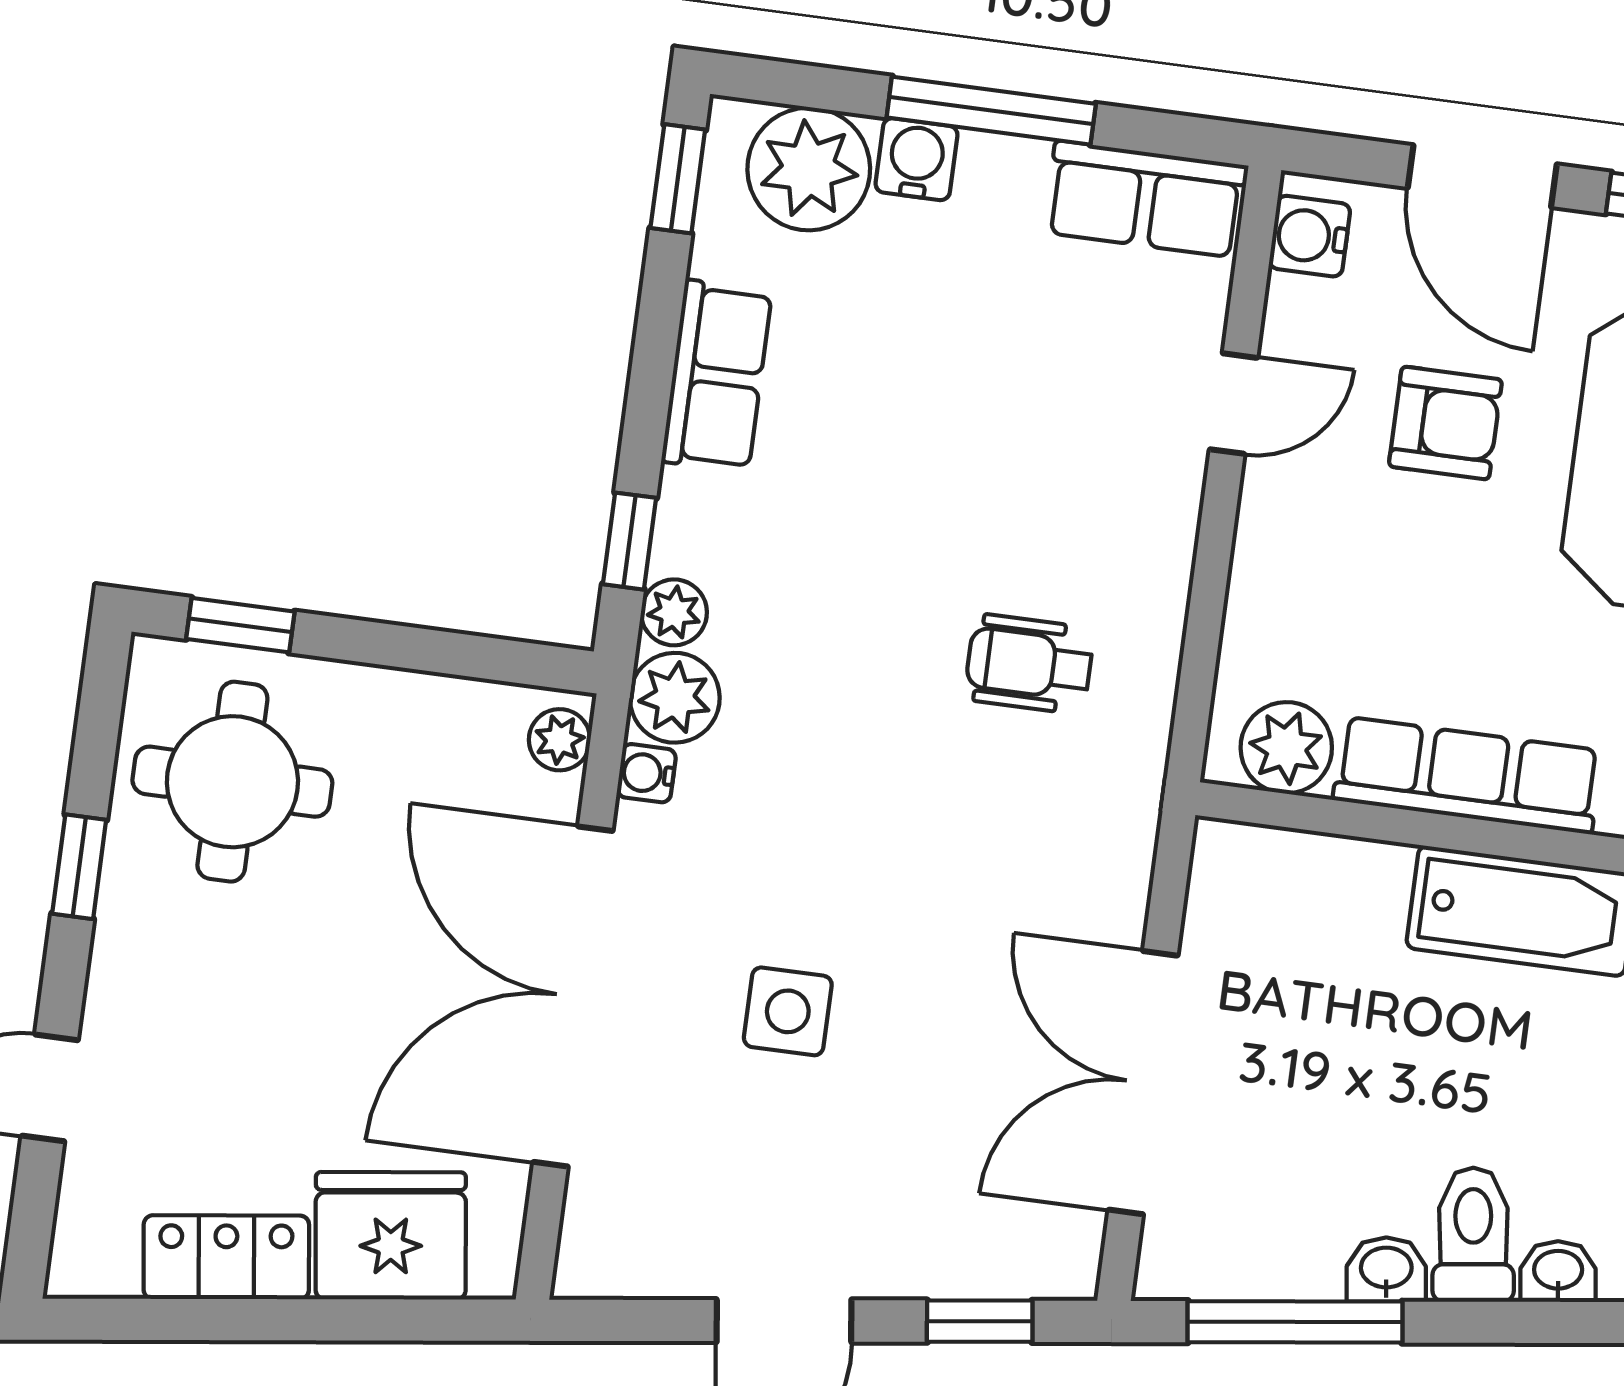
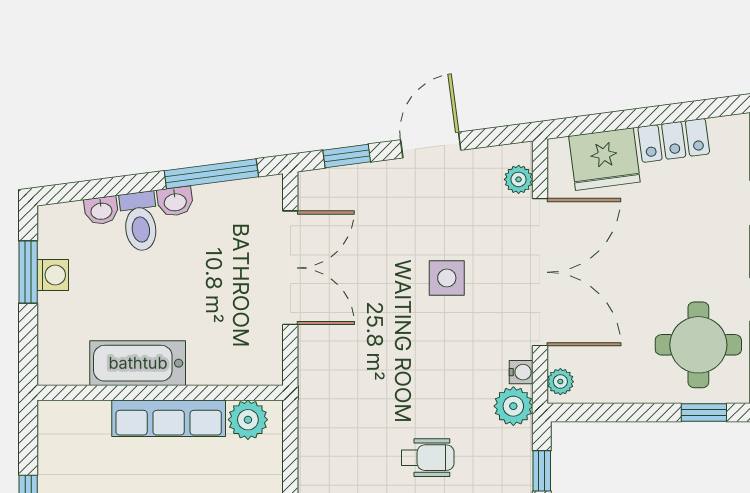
plant: (674, 612) -> (519, 179), moved
wheelchair: (1029, 664) -> (428, 458), moved

